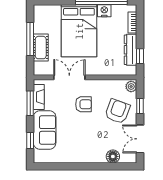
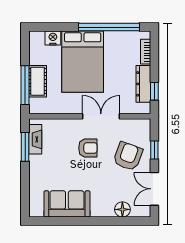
nightstand: (104, 11) -> (53, 38), moved
window: (30, 39) -> (25, 85), moved
double door: (69, 77) -> (101, 116), moved
plant: (131, 86) -> (144, 127), removed
sofa: (45, 130) -> (67, 204), moved, turned -90
window: (30, 140) -> (25, 190), removed

